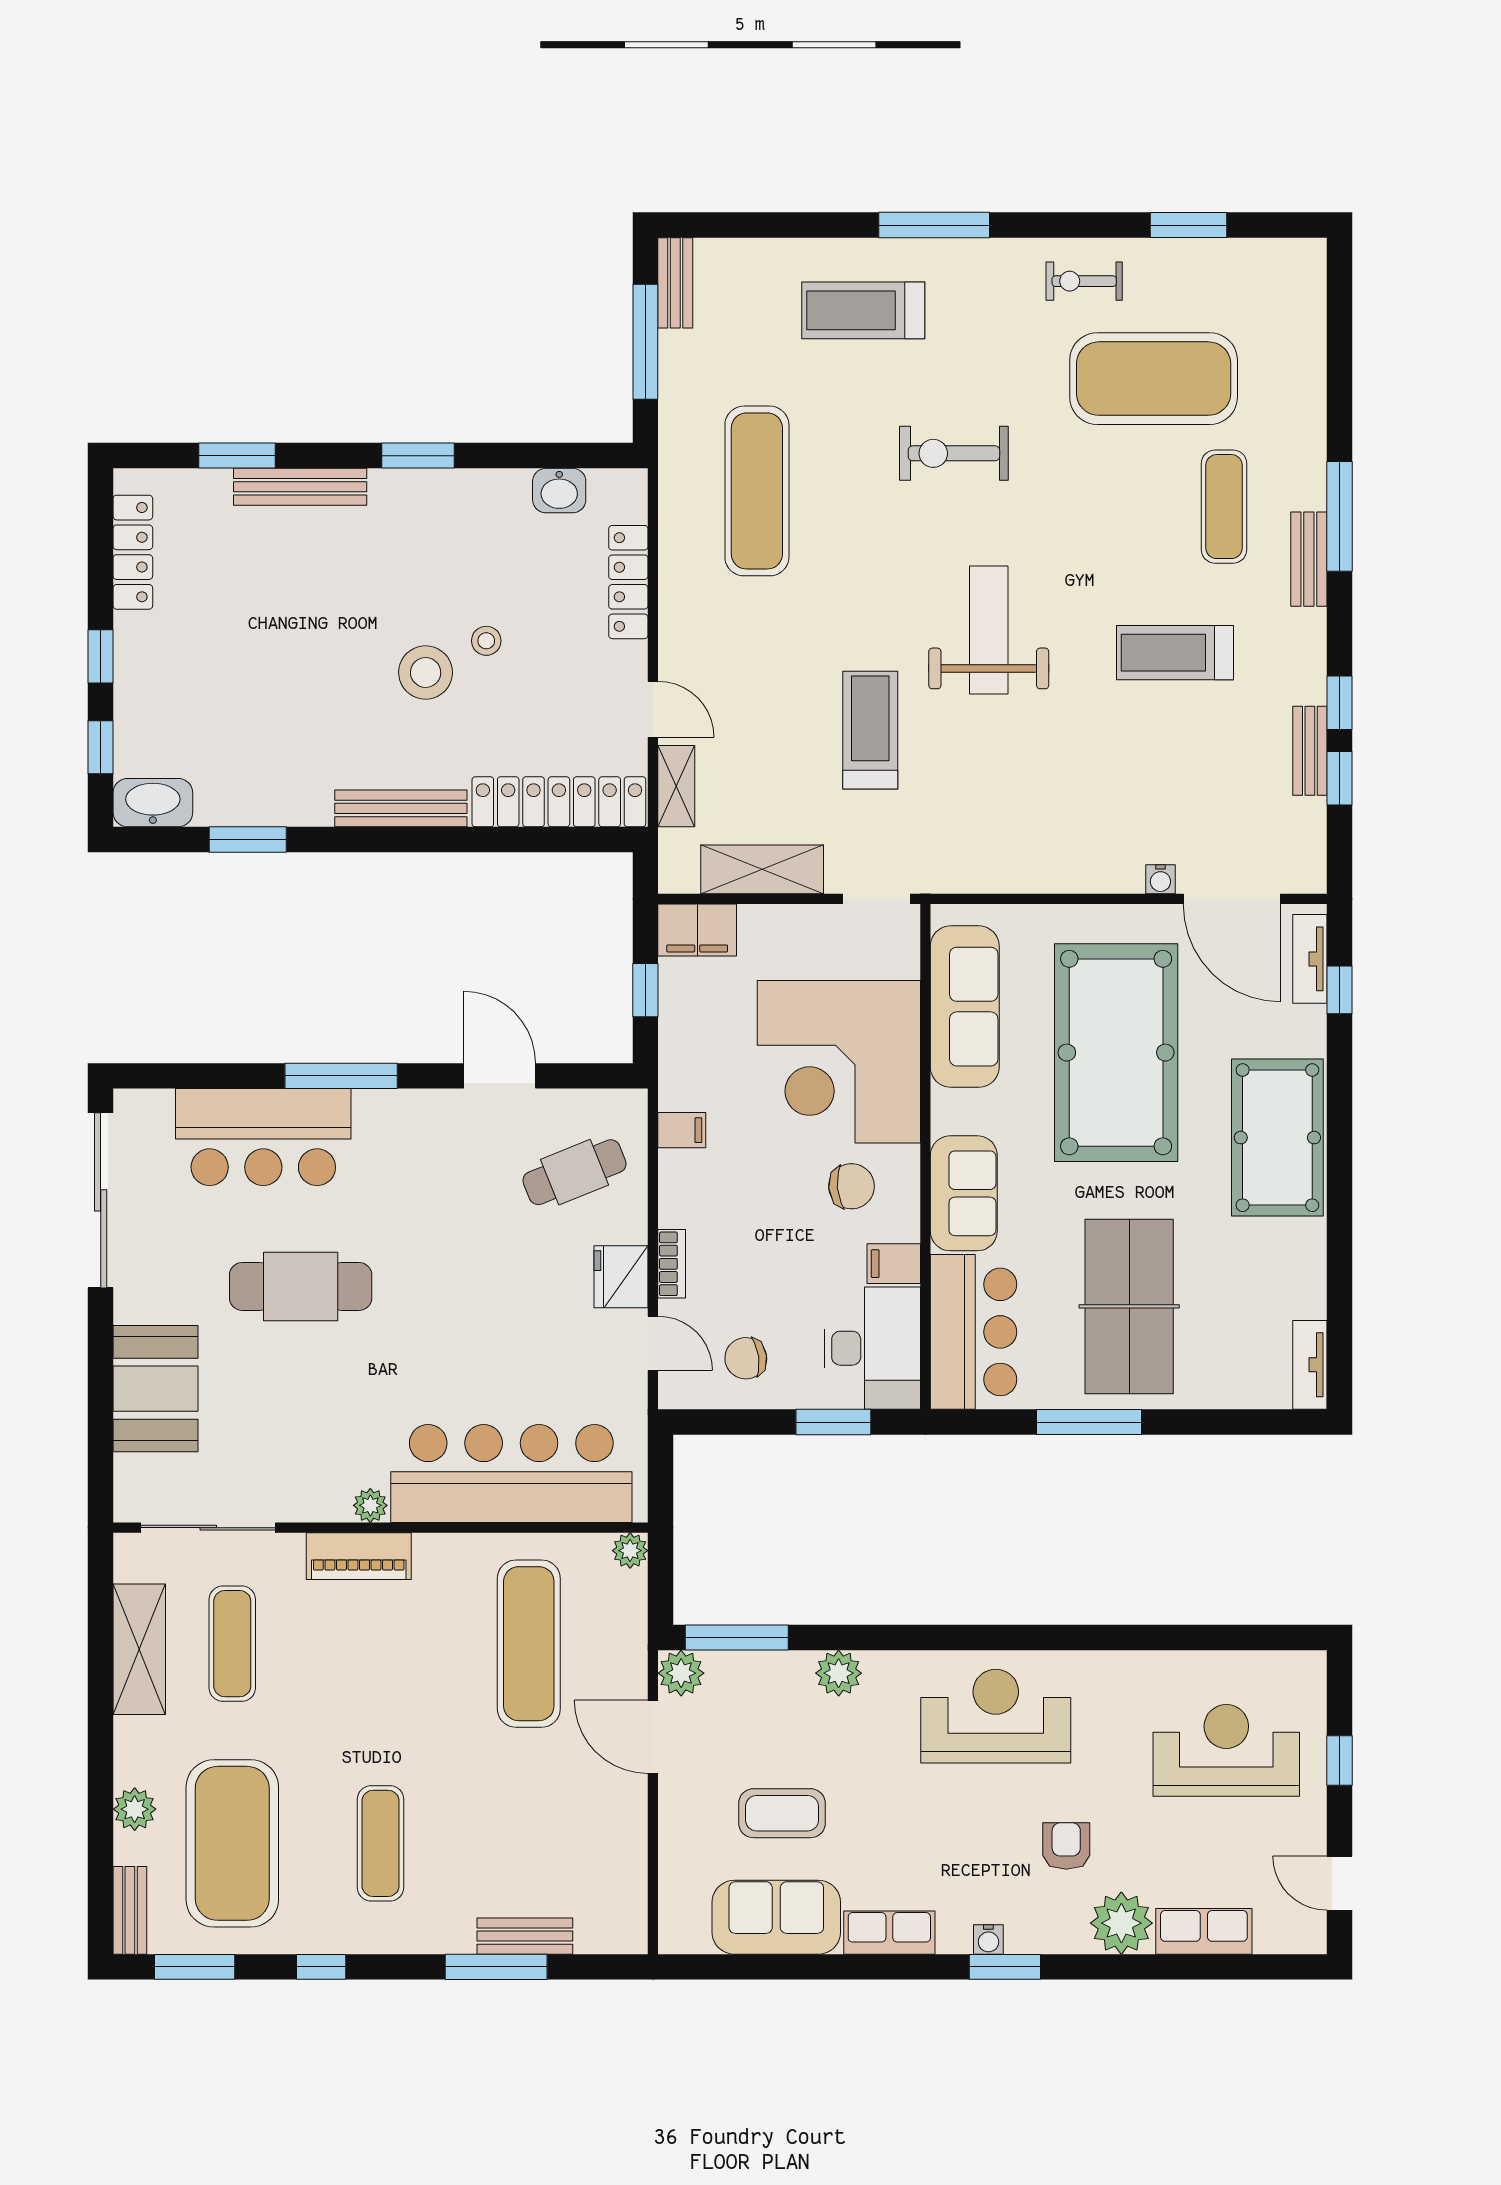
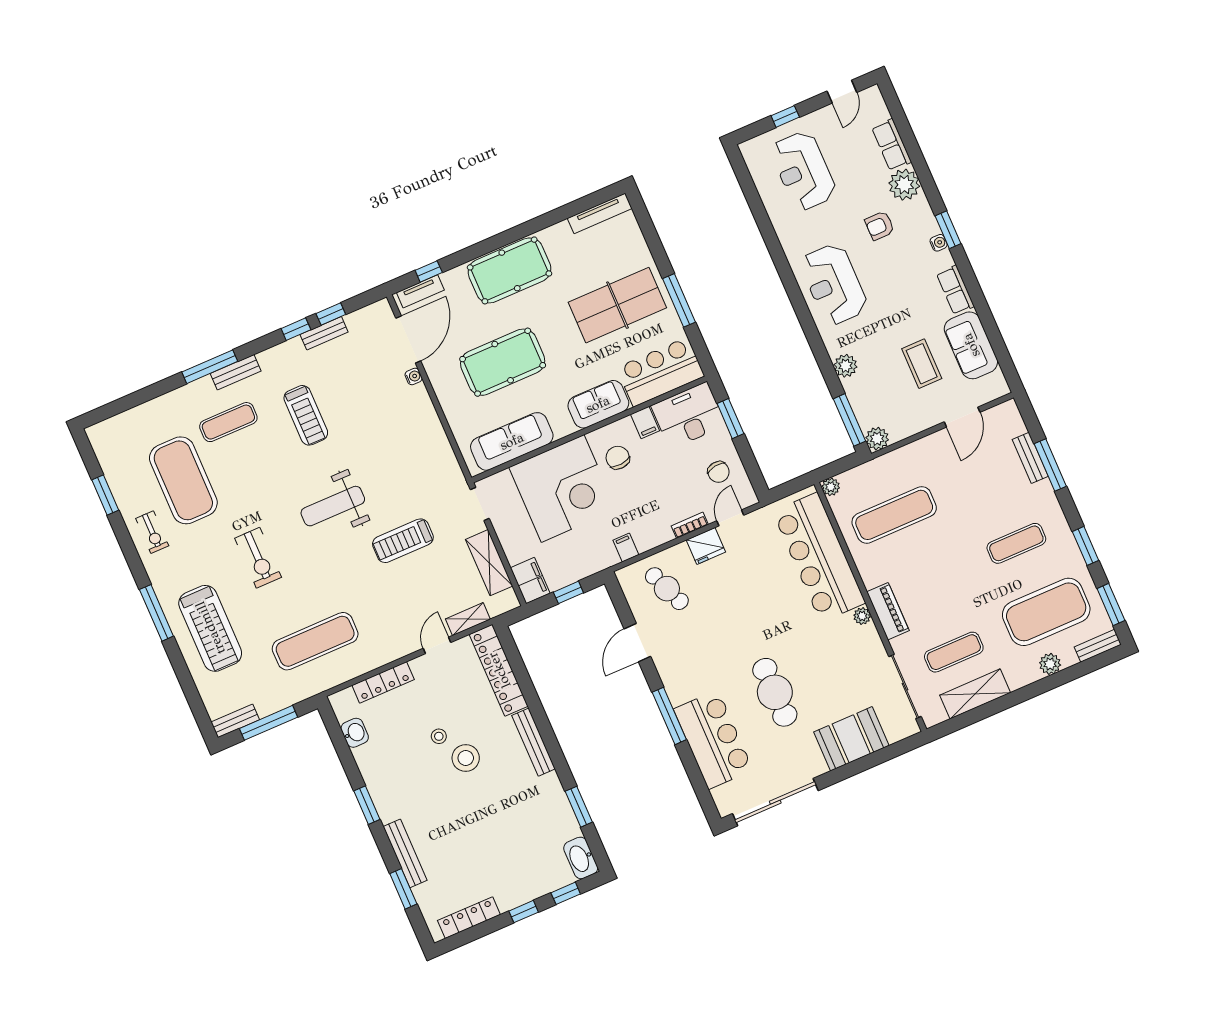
treadmill: (863, 310) -> (210, 628), width x1.37, depth x1.38
pool table: (1116, 1053) -> (503, 362), width x0.73, depth x0.76
tv unit: (1310, 1365) -> (600, 213), width x1.41
door: (653, 1737) -> (962, 417), moved
window: (321, 1967) -> (1085, 546), width x1.50

